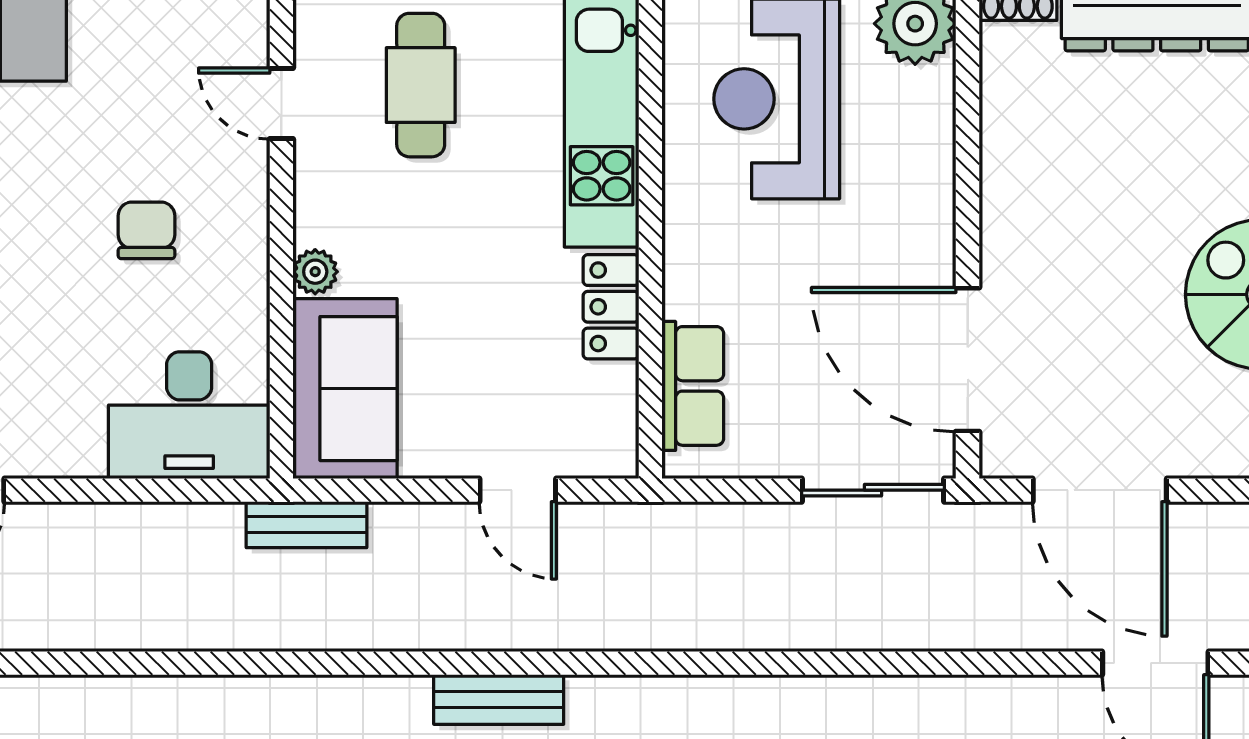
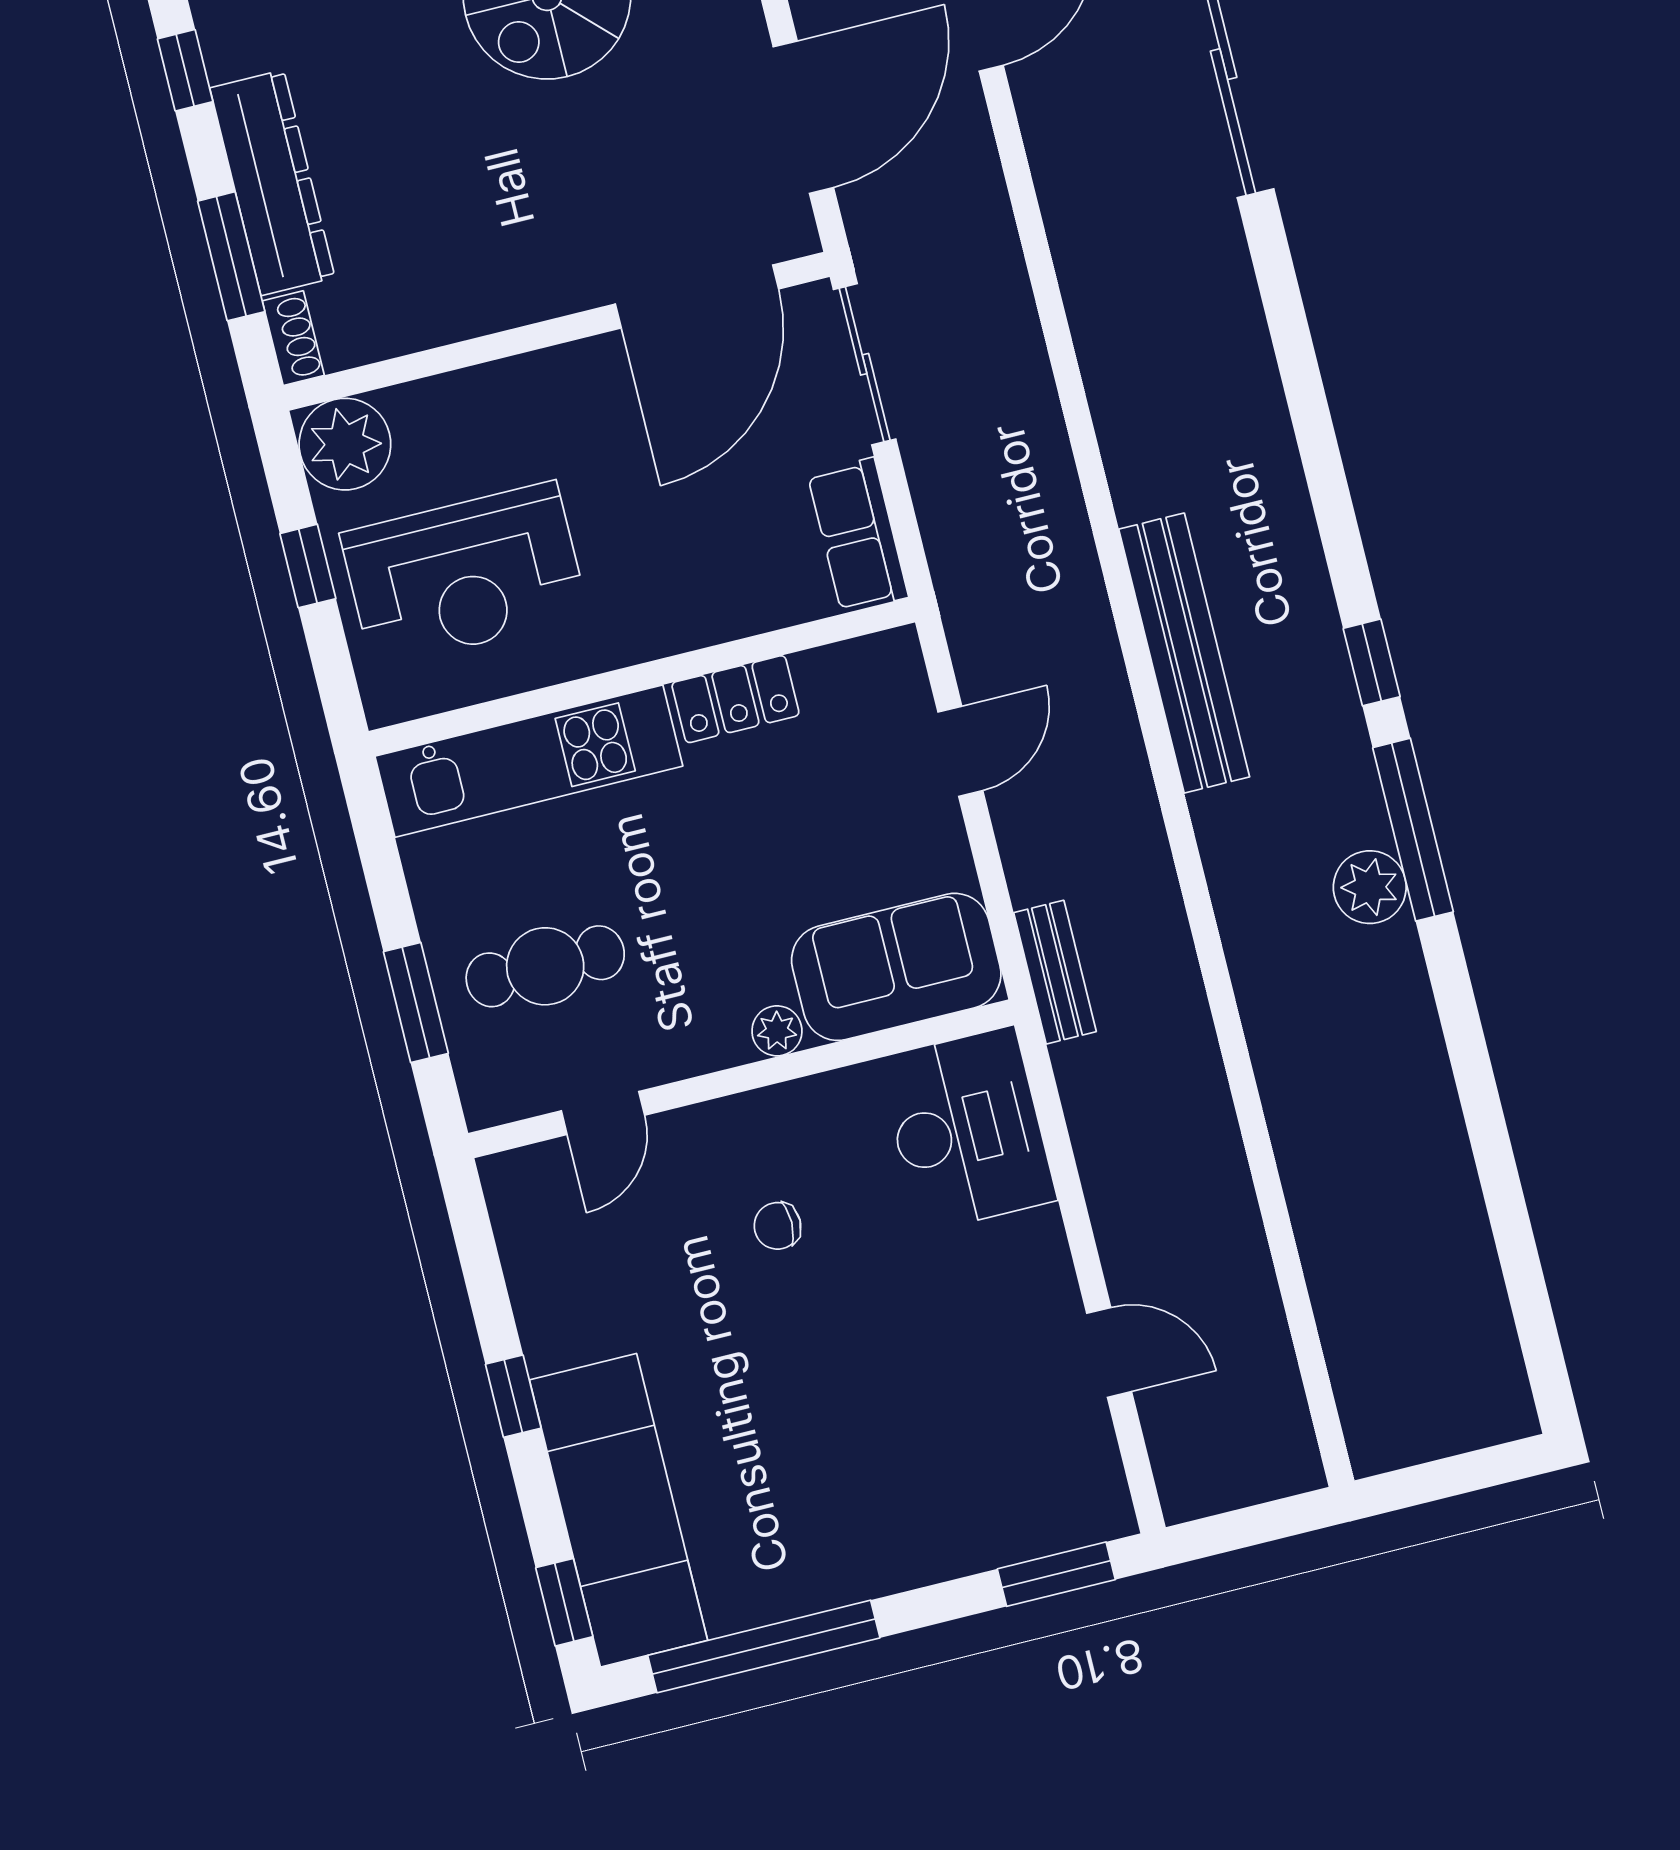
chair: (146, 230) -> (777, 1226), width x0.73, depth x0.73
row of seats: (693, 386) -> (858, 535), moved, turned -90
bench: (499, 699) -> (1184, 653), width x1.86, depth x1.21

